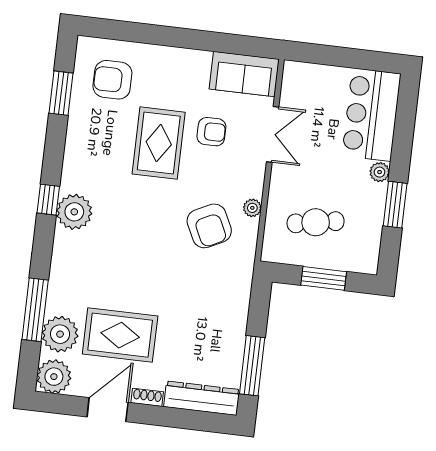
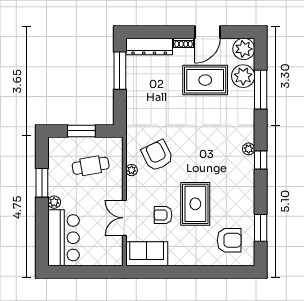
plant: (74, 212) -> (249, 149), width x0.53, depth x0.53

